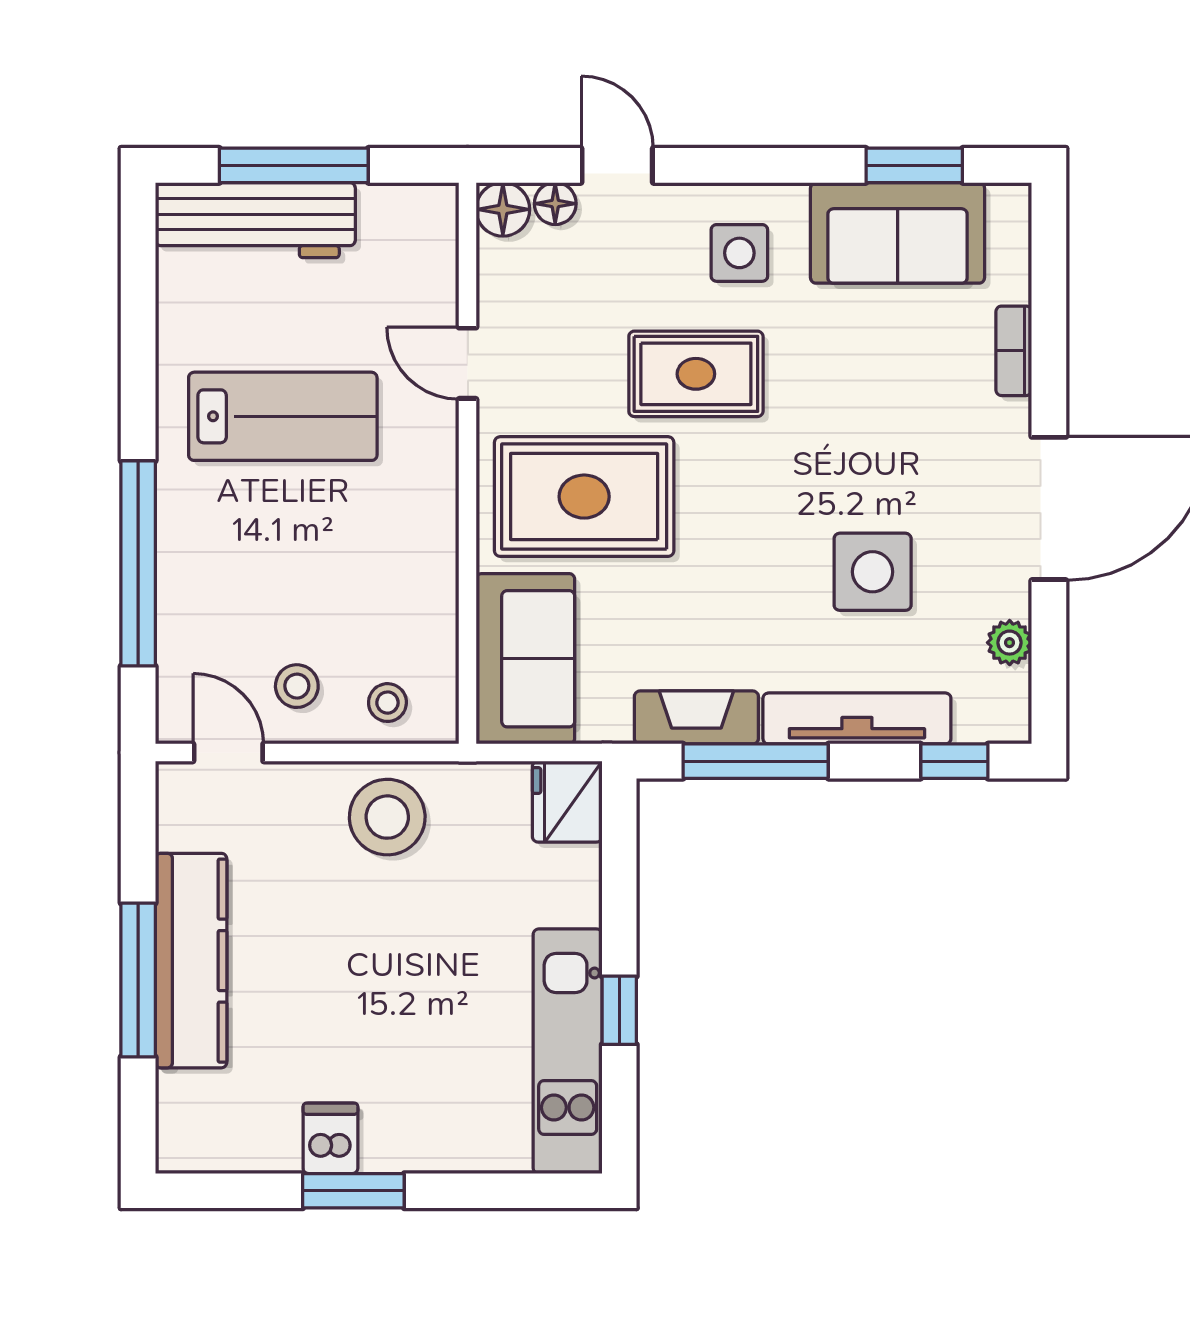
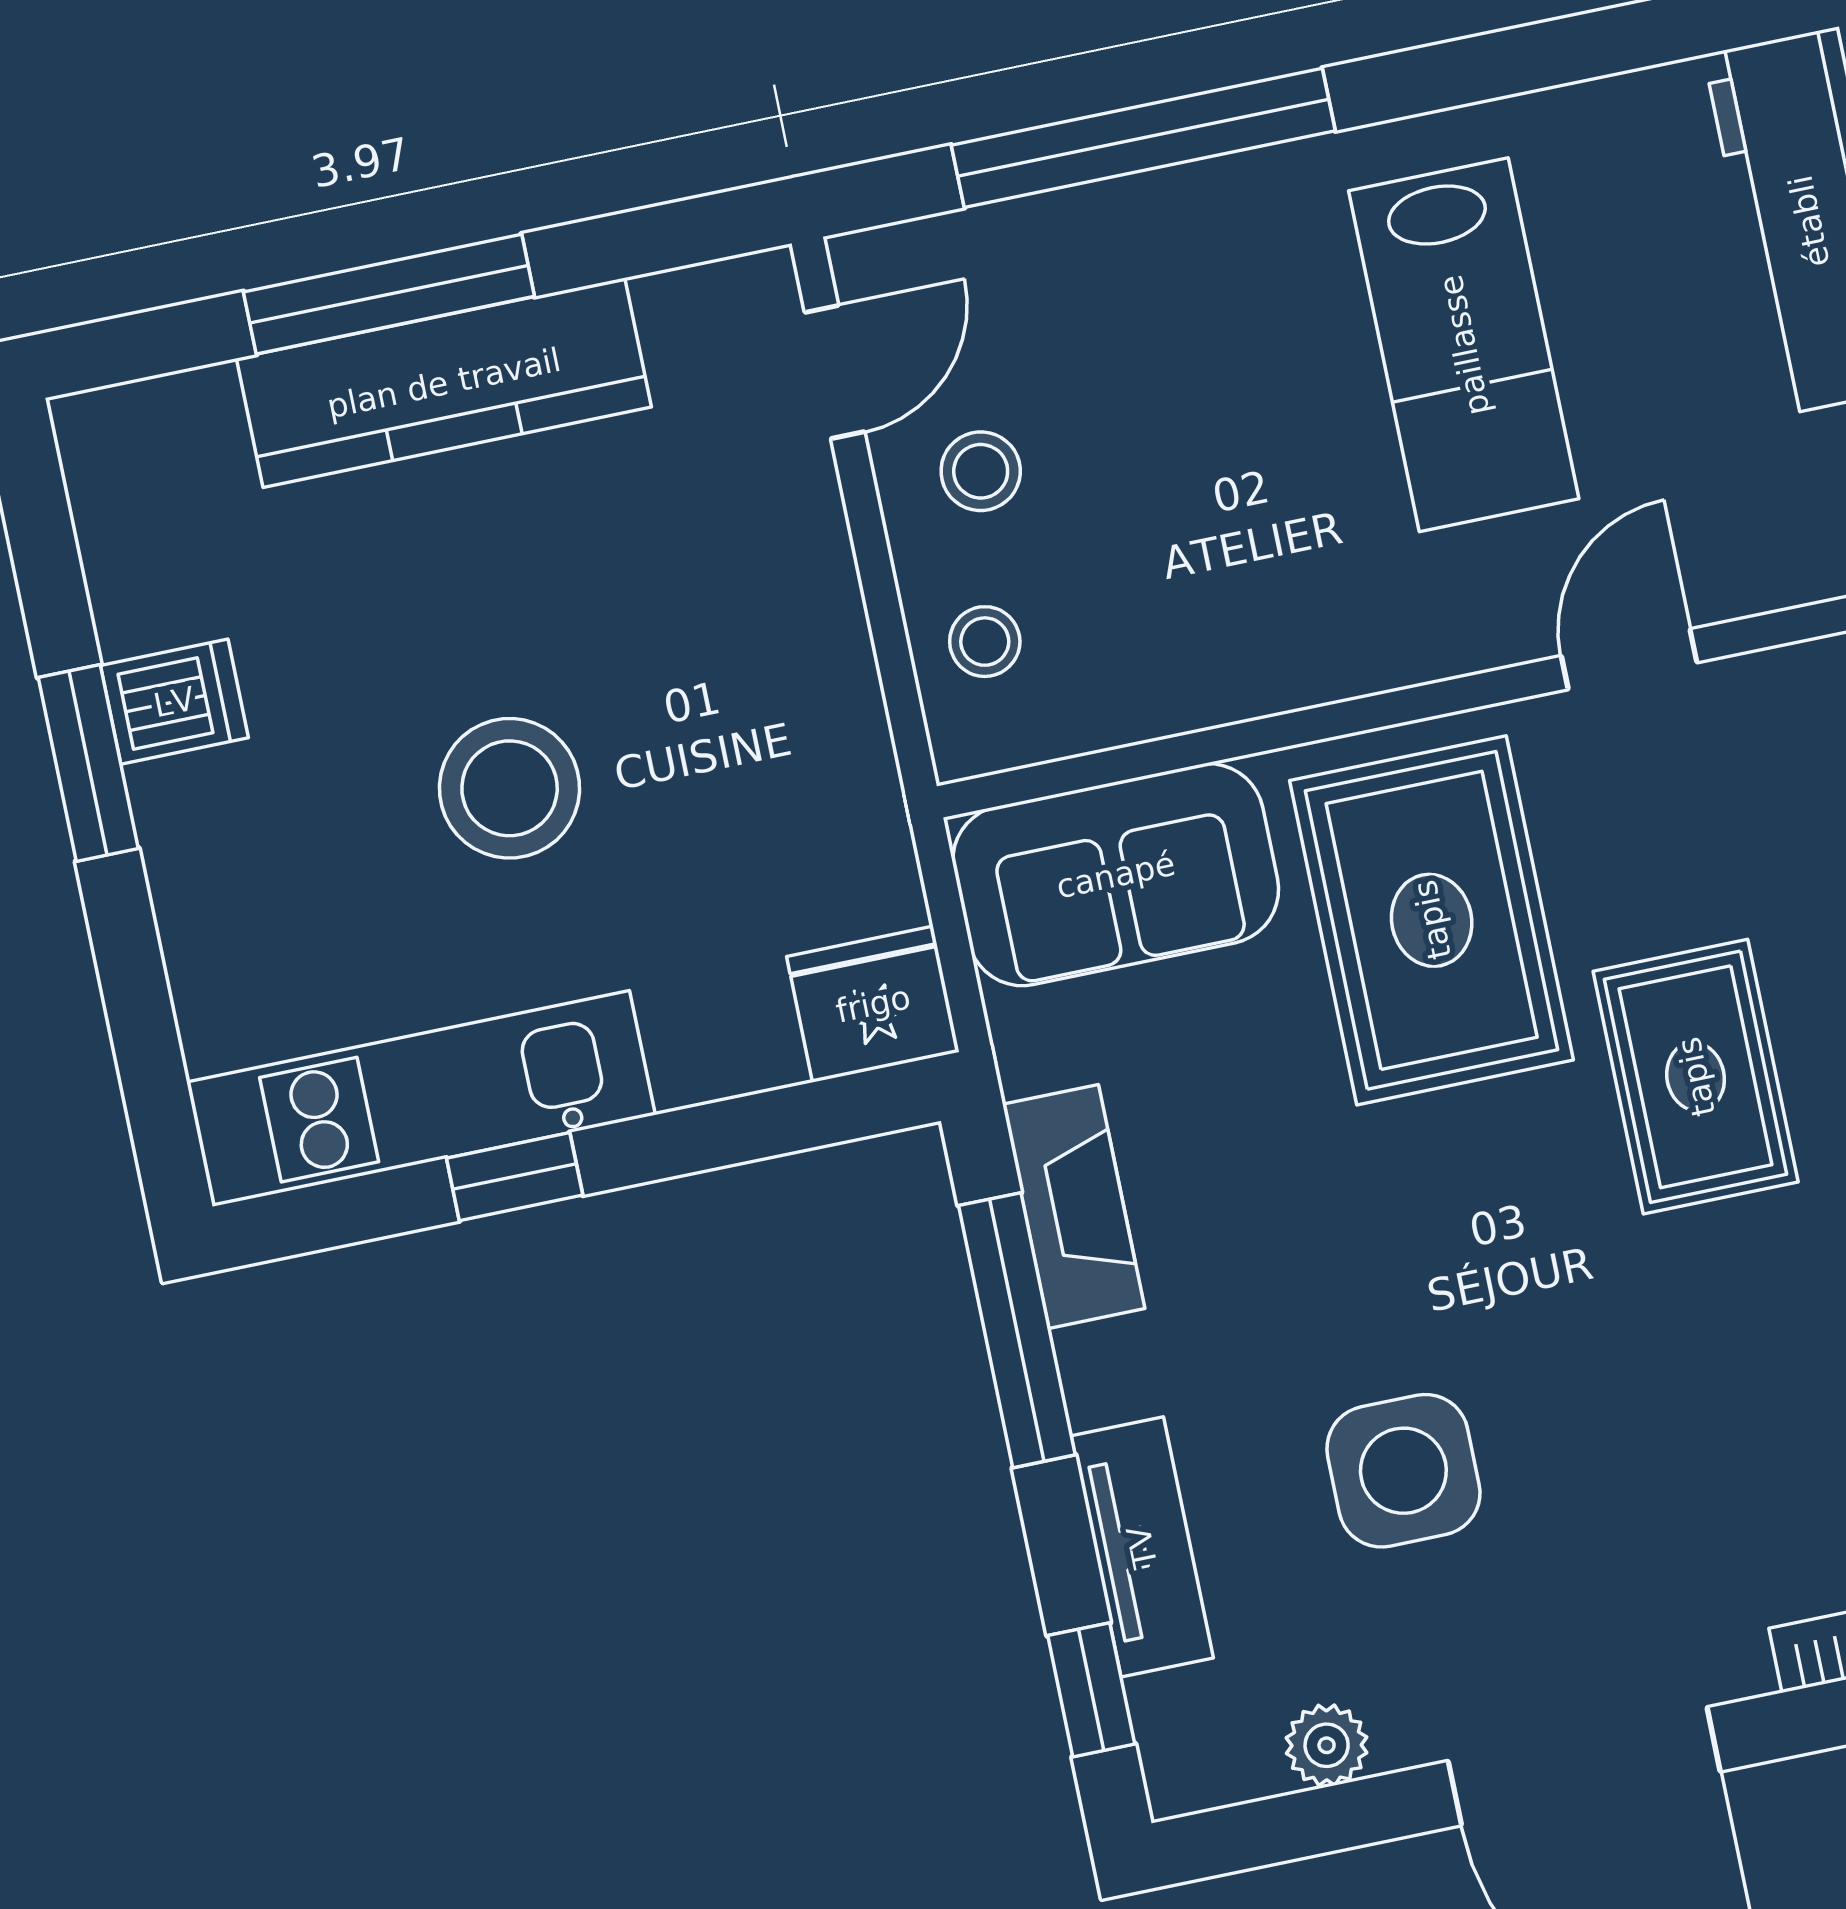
tv unit: (857, 718) -> (1142, 1547), width x0.71
stool: (387, 817) -> (510, 788), moved

